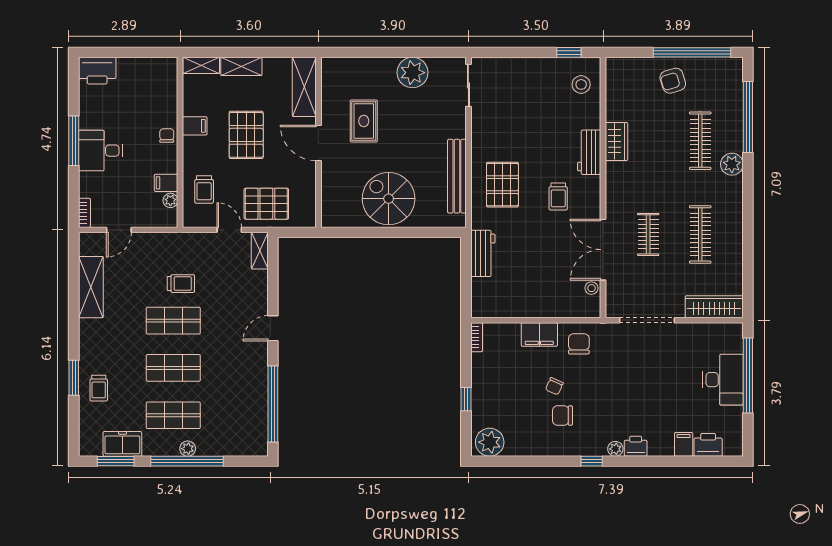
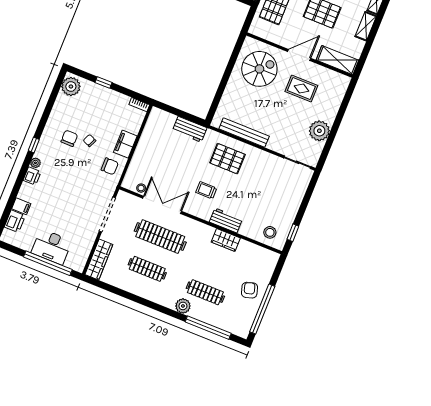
spiral stairs: (389, 199) -> (259, 69), moved
clothes rail: (648, 234) -> (160, 237), width x1.86, depth x1.31

